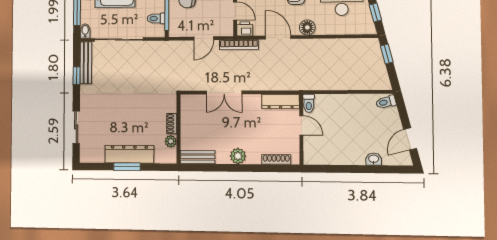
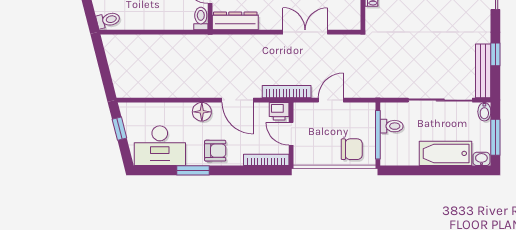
window: (387, 54) -> (107, 78), removed

